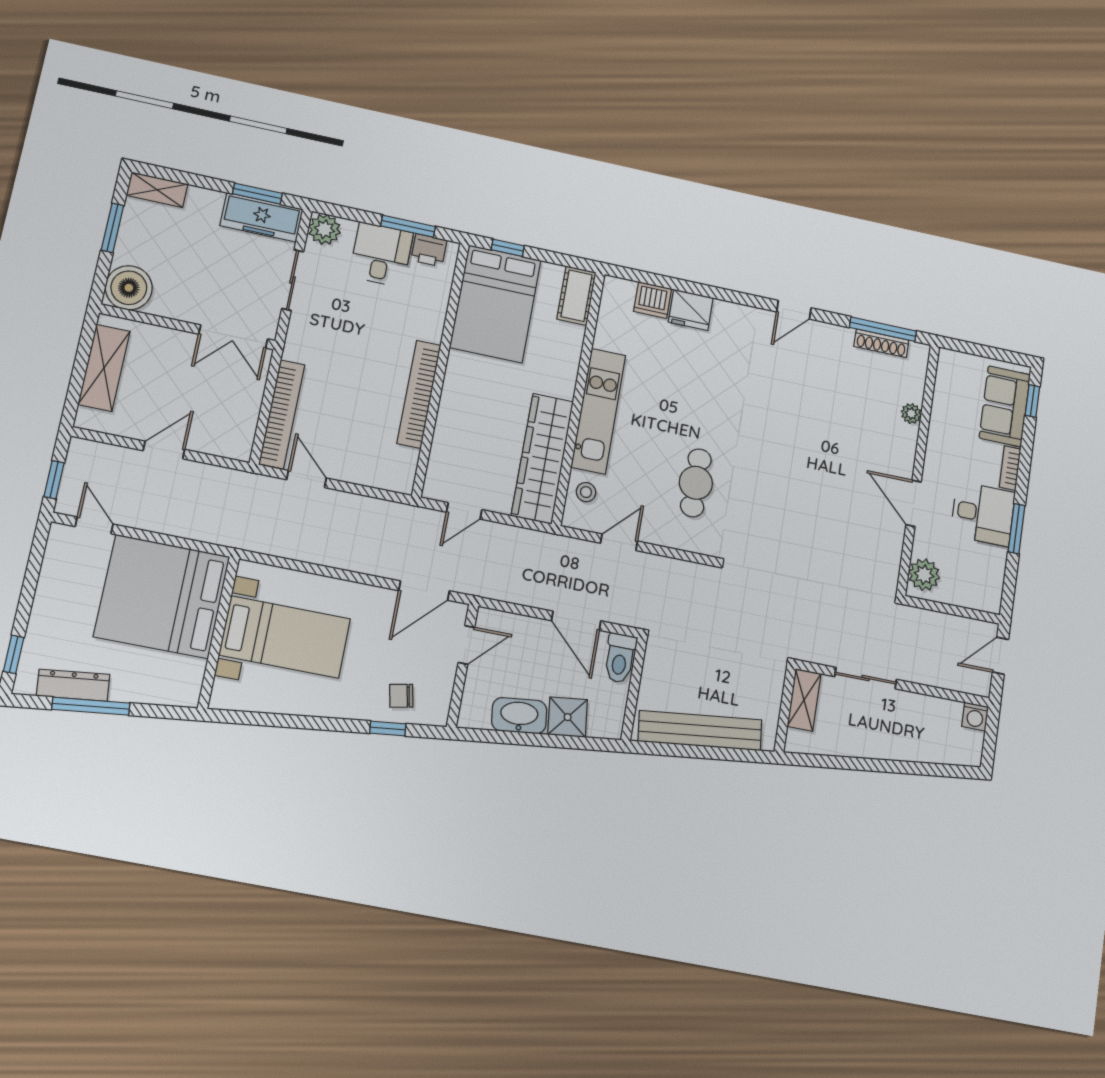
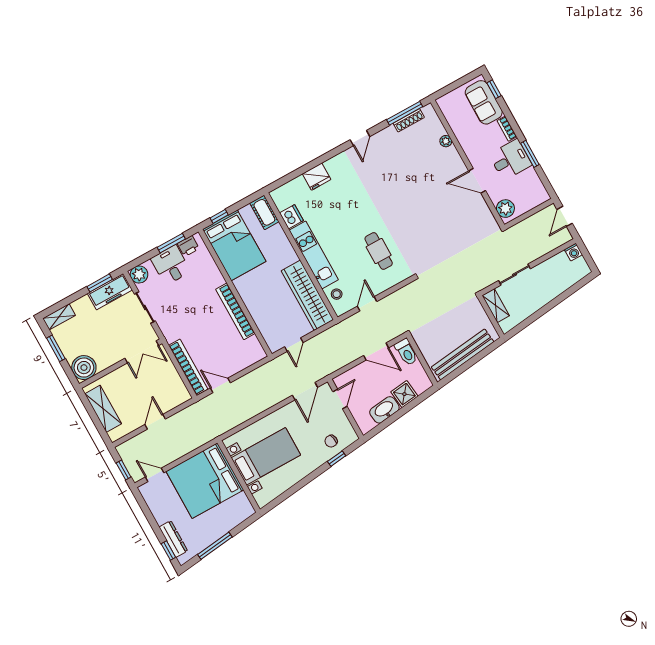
dishwasher: (653, 300) -> (292, 217), moved, turned -90
dresser: (73, 685) -> (173, 539), moved, turned 97

